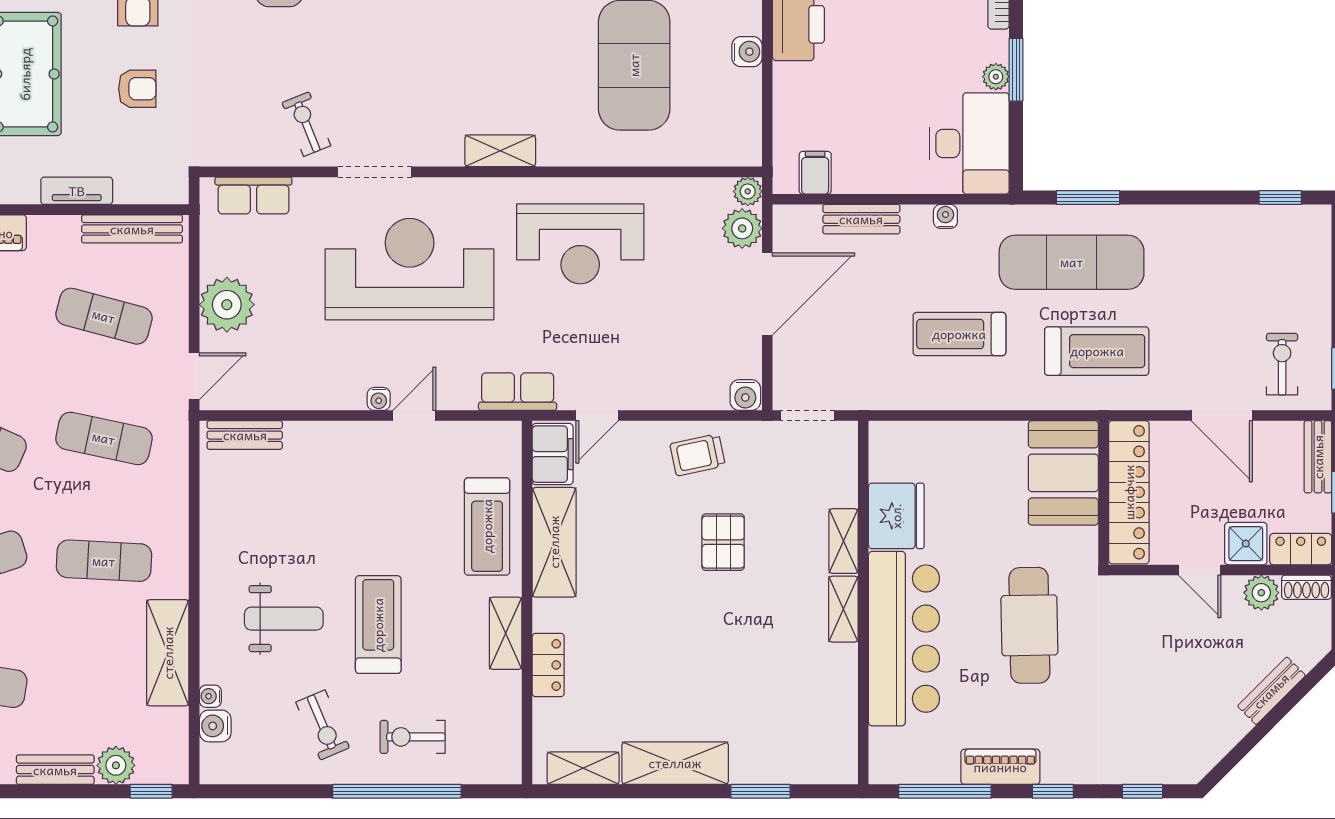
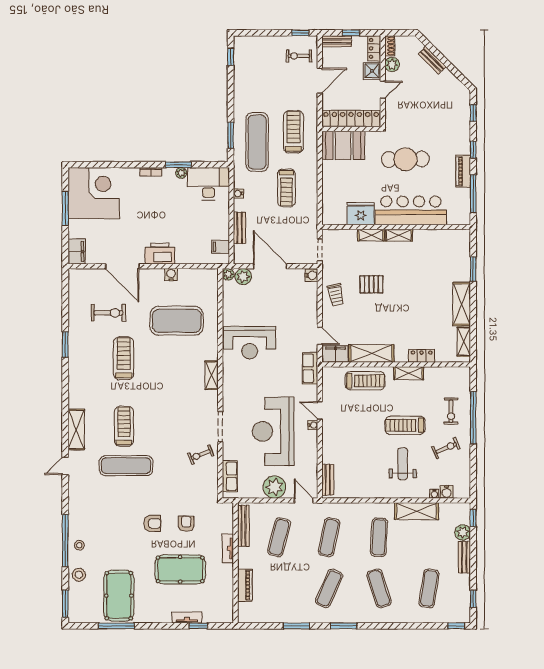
reception desk: (580, 244) -> (250, 343), turned 90
reception desk: (410, 269) -> (273, 431), moved

